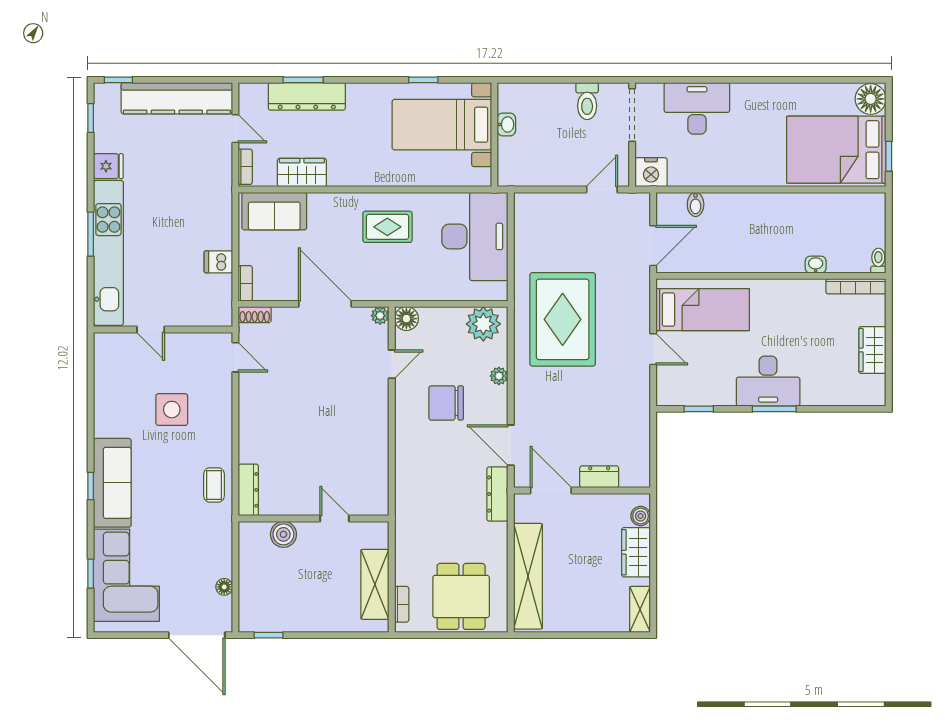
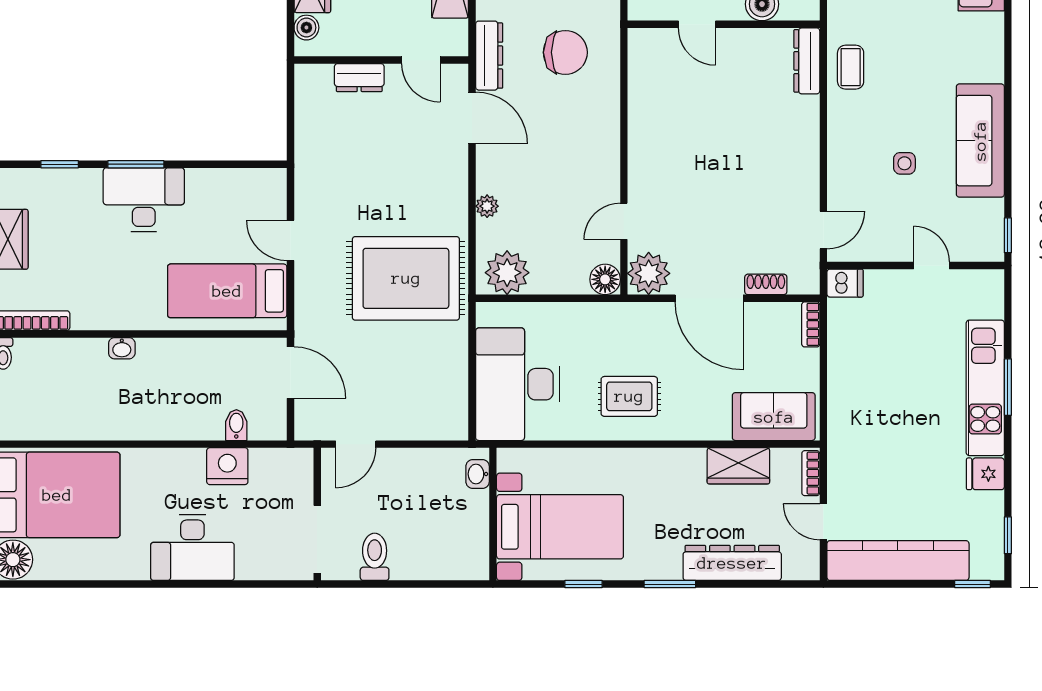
window: (303, 80) -> (670, 584), moved
desk: (697, 108) -> (192, 548), moved
washbasin: (506, 124) -> (478, 474), moved
nightstand: (651, 172) -> (227, 466), moved
door: (653, 246) -> (290, 373), swing flipped
kitchen unit: (108, 253) -> (985, 388), width x0.73
dishwasher: (218, 262) -> (845, 283), moved
washbasin: (816, 265) -> (122, 348), moved
shoe rack: (255, 315) -> (766, 284), moved
plant: (380, 316) -> (649, 273), width x1.87, depth x1.87
rug: (563, 319) -> (406, 278), turned 90
door: (235, 357) -> (823, 230), swing flipped
chair: (446, 403) -> (565, 52), moved
window: (699, 409) -> (60, 164), moved
side table: (172, 410) -> (904, 163), width x0.54, depth x0.54
sofa: (112, 483) -> (980, 141), moved
window: (91, 486) -> (1008, 235), moved
door: (551, 491) -> (421, 60), width x0.73

